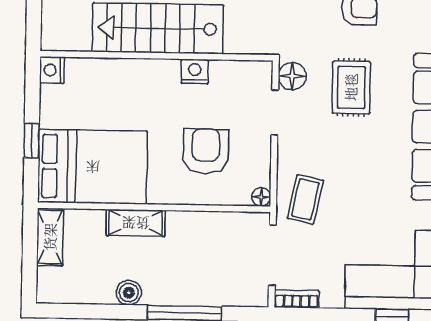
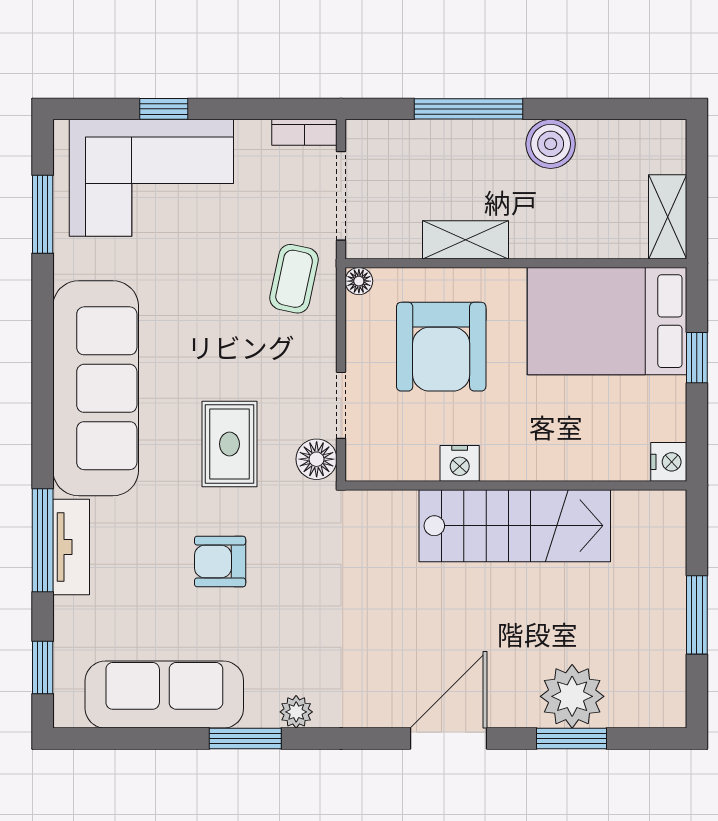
armchair: (206, 151) -> (441, 347), width x1.36, depth x1.36
shelving: (136, 223) -> (465, 240), moved
boiler: (129, 293) -> (551, 144), width x1.36, depth x1.36

